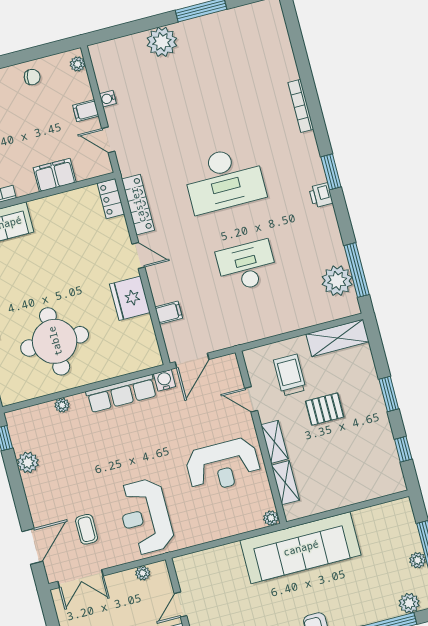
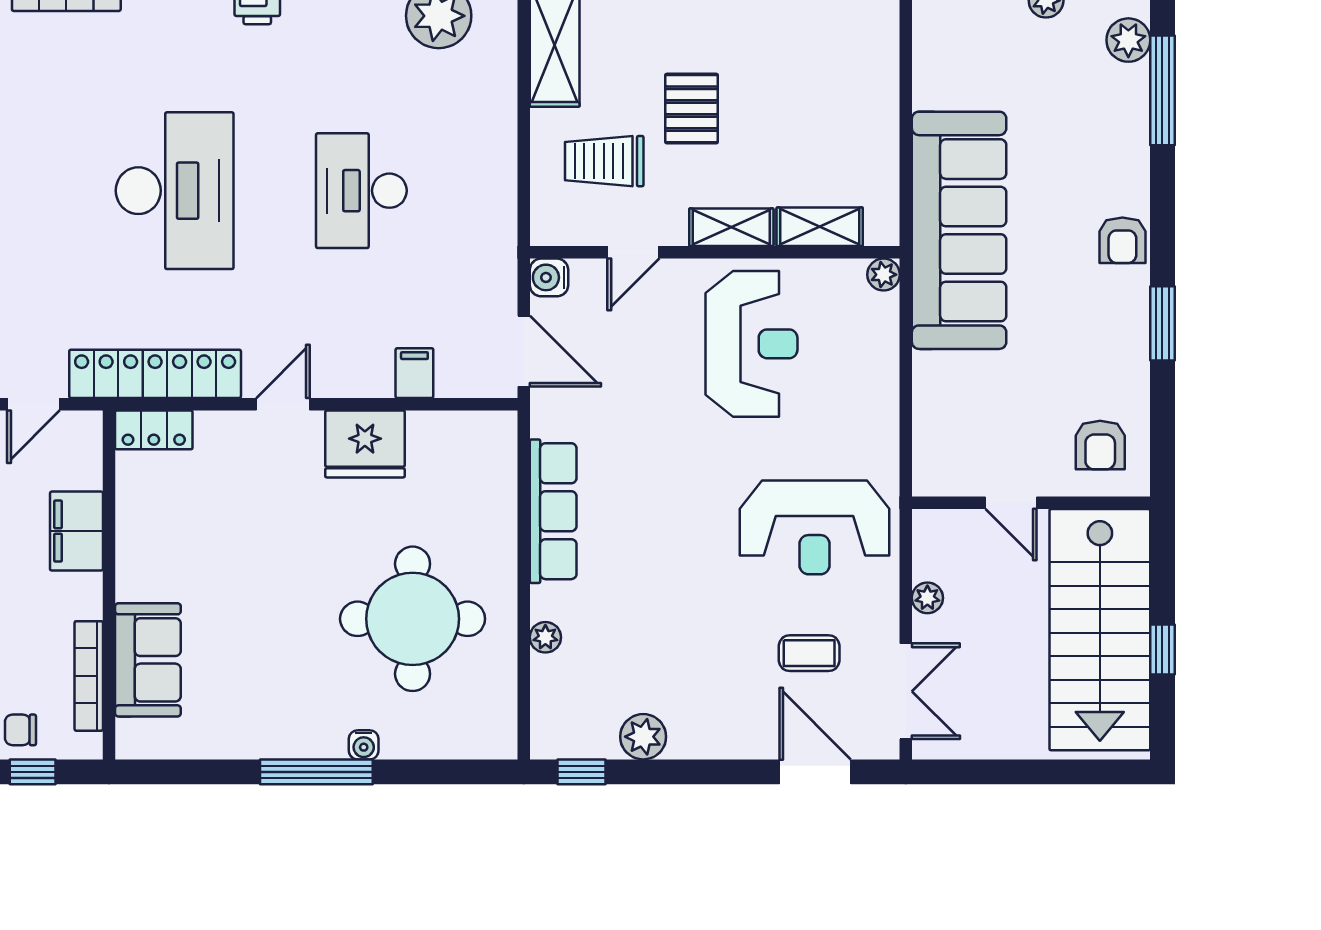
locker: (138, 205) -> (155, 374), width x1.41, depth x1.21
water cooler: (165, 380) -> (549, 277), moved
plant: (143, 573) -> (927, 598), moved

